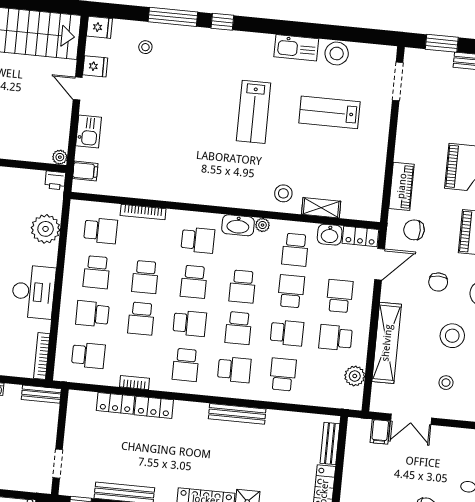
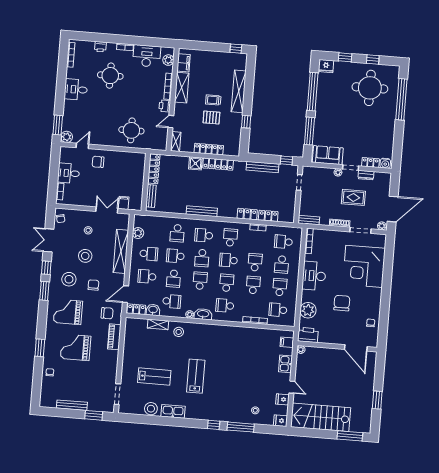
printer: (55, 180) -> (308, 335), width x1.87, depth x1.48
school desk: (295, 250) -> (172, 301), turned 90
school desk: (340, 296) -> (147, 276), turned 90
school desk: (92, 314) -> (282, 264), turned 90
school desk: (238, 328) -> (202, 258), turned 180

